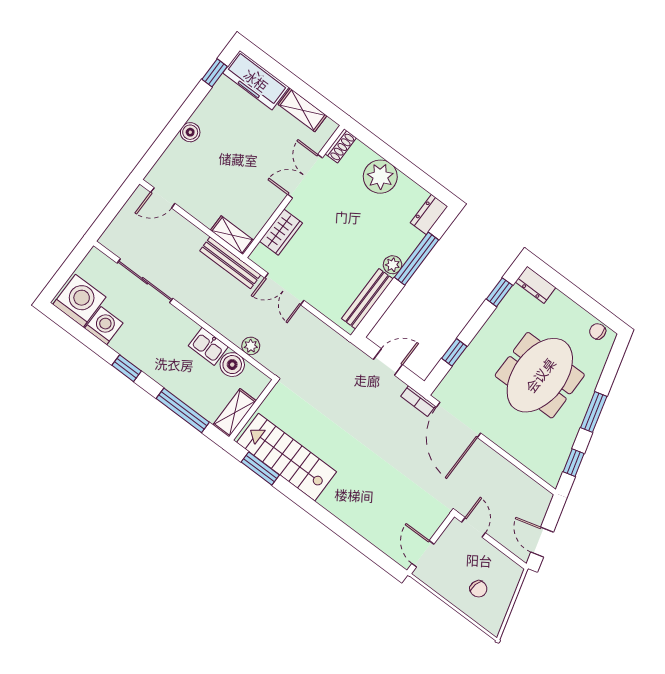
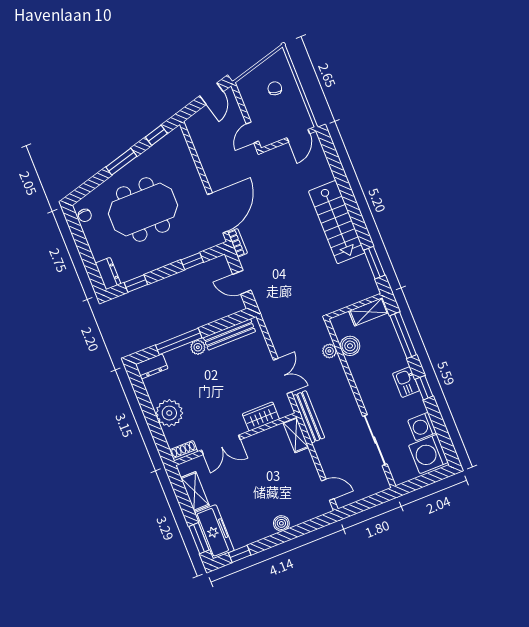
window: (268, 63) -> (199, 538), added
kitchen sink: (208, 346) -> (406, 382), moved, turned 180
stairs: (287, 457) -> (337, 222), moved

